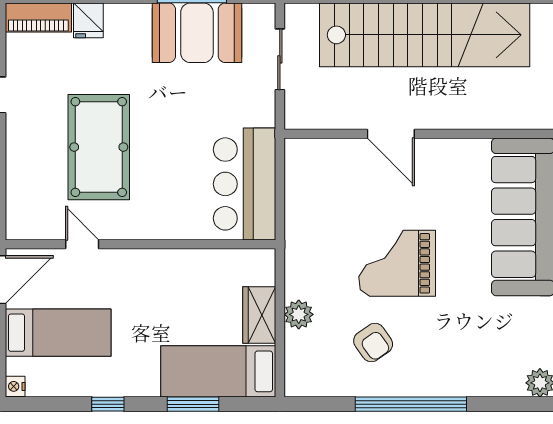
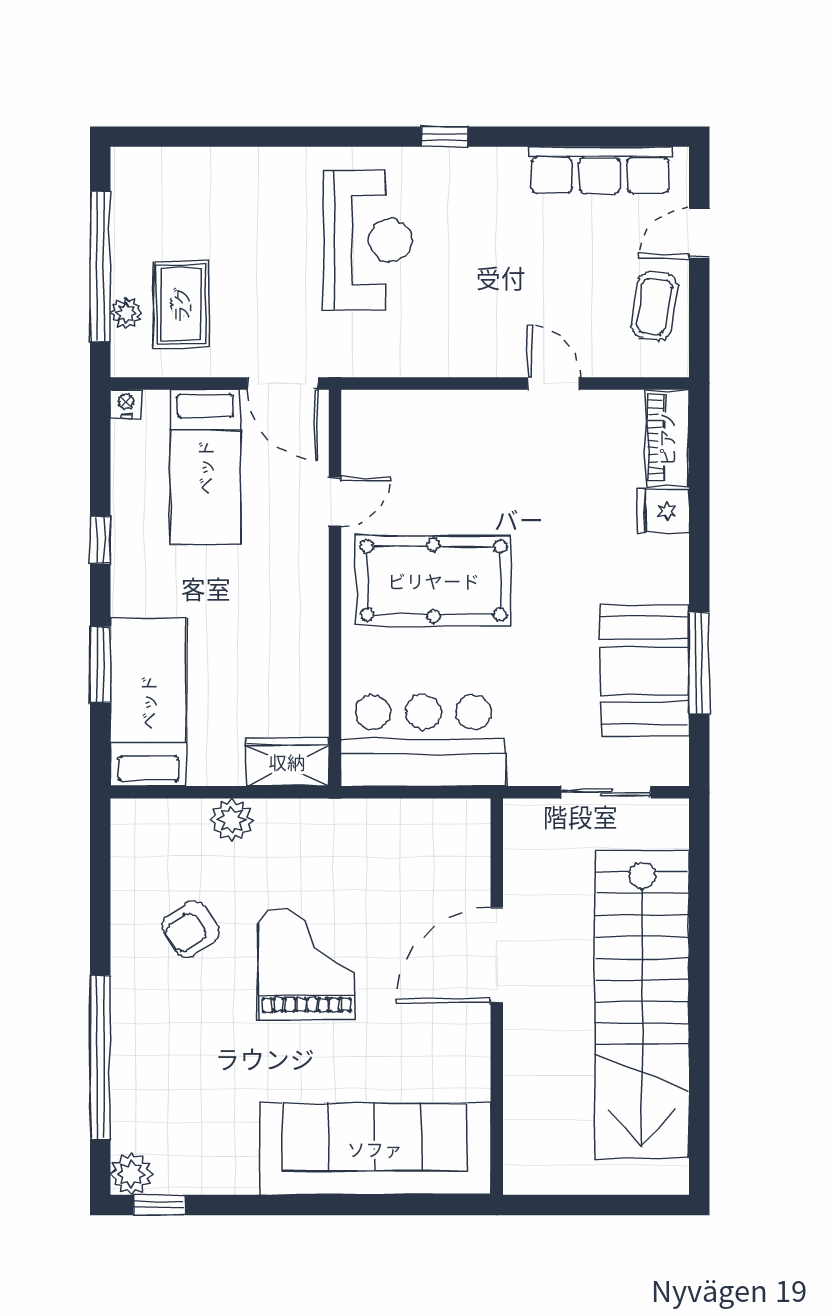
door: (391, 134) -> (497, 955), width x1.36
pool table: (99, 147) -> (434, 581), moved
wardrobe: (259, 315) -> (287, 762), moved
window: (411, 404) -> (100, 1057), moved

